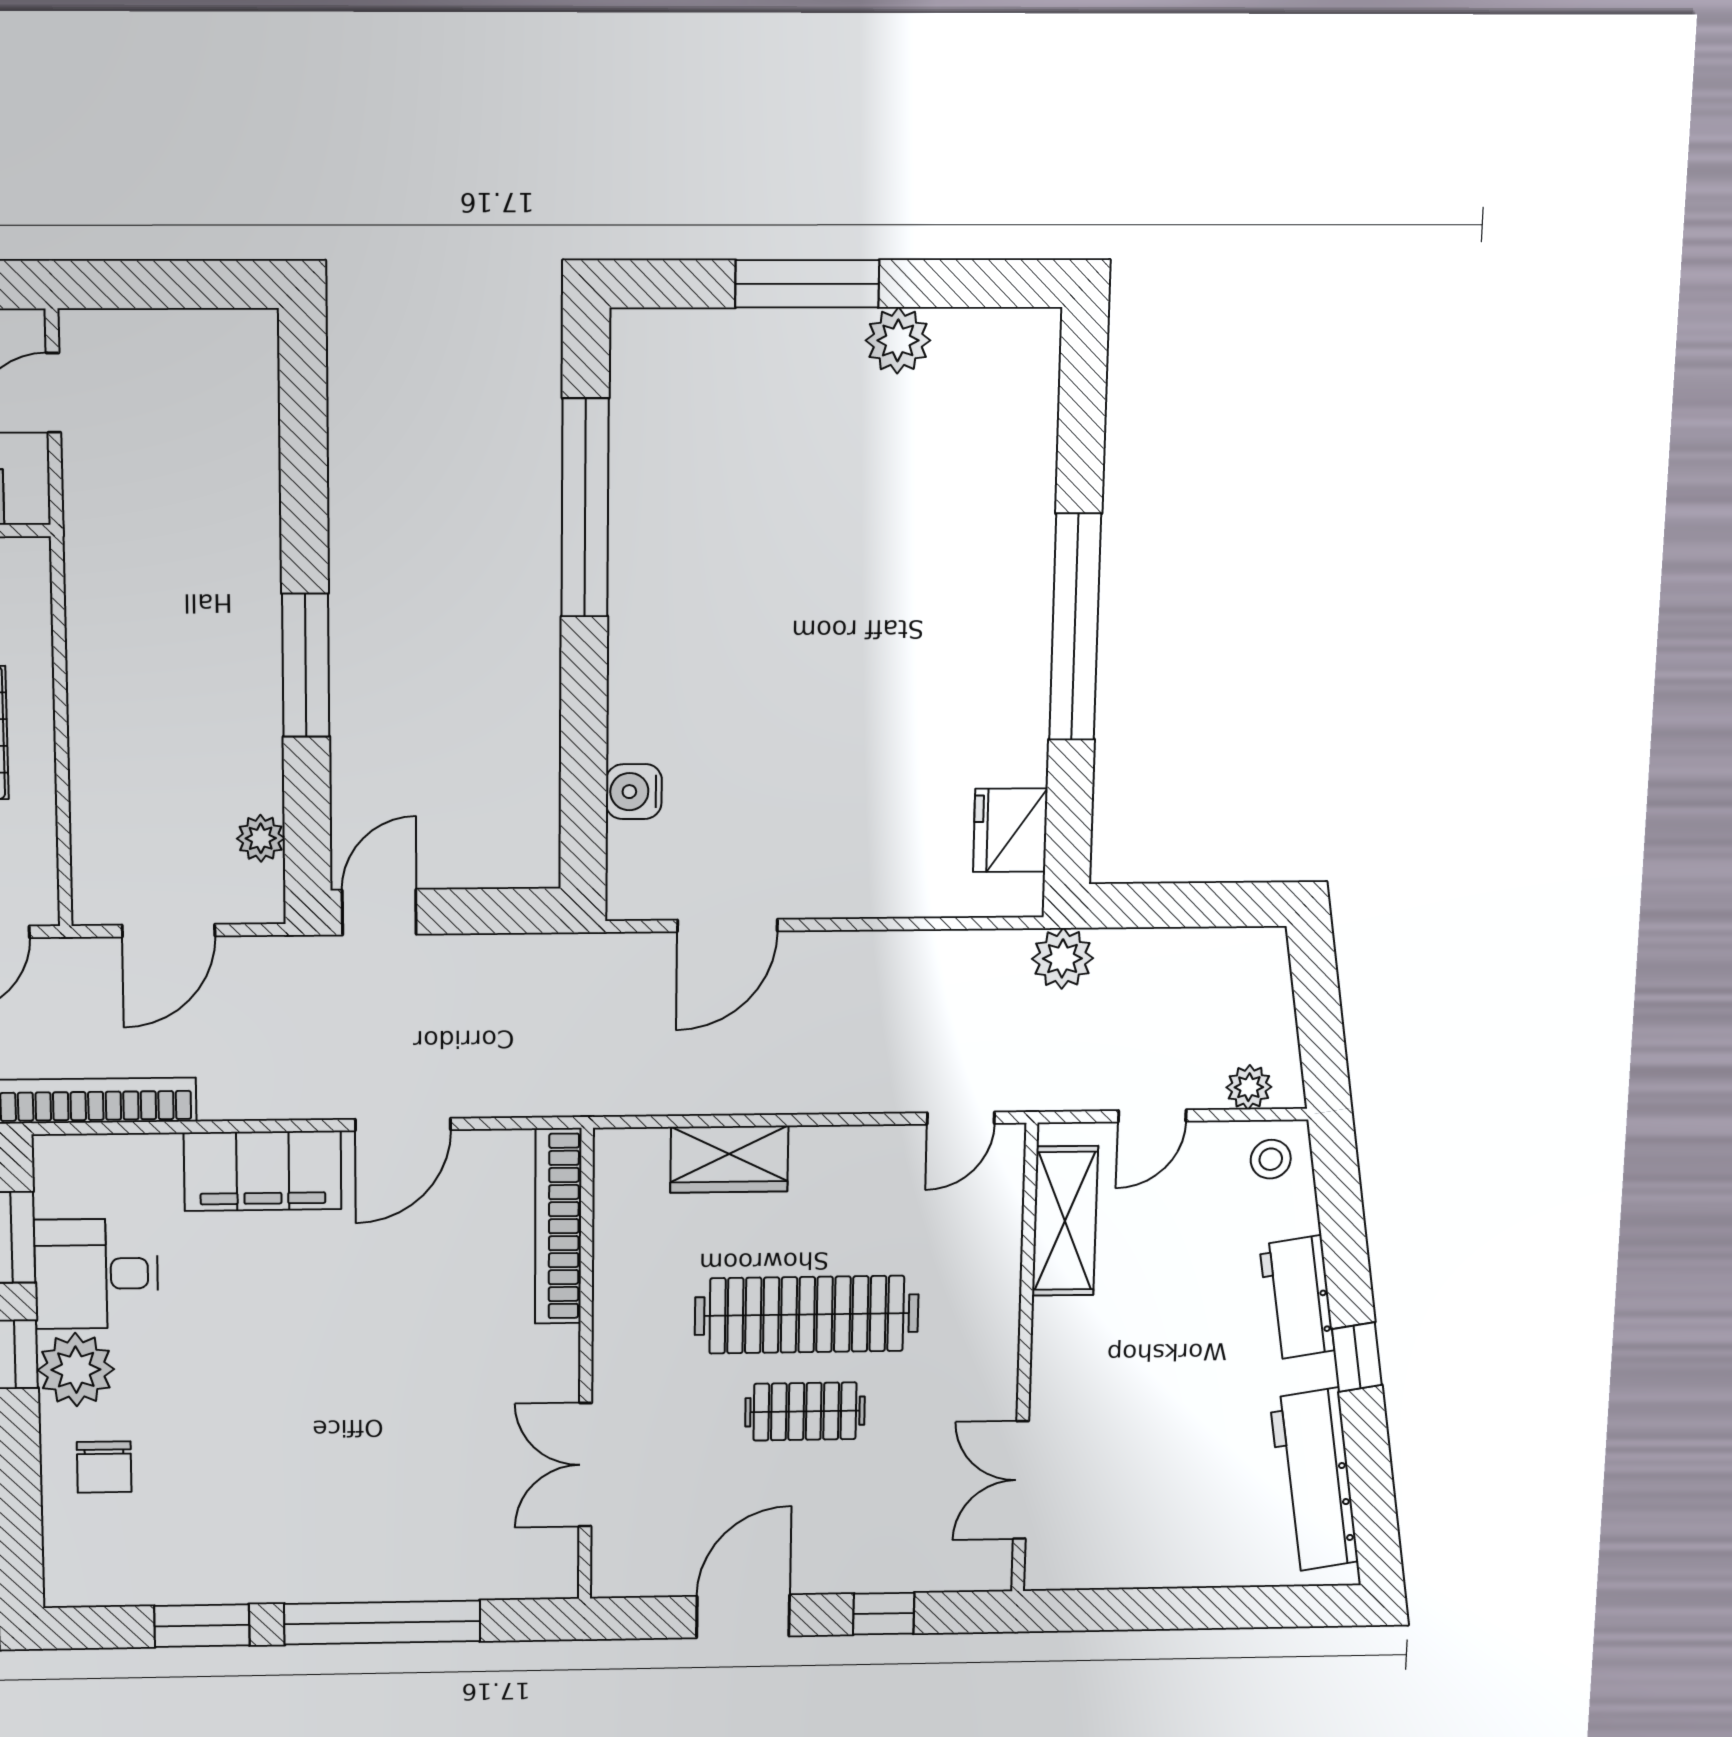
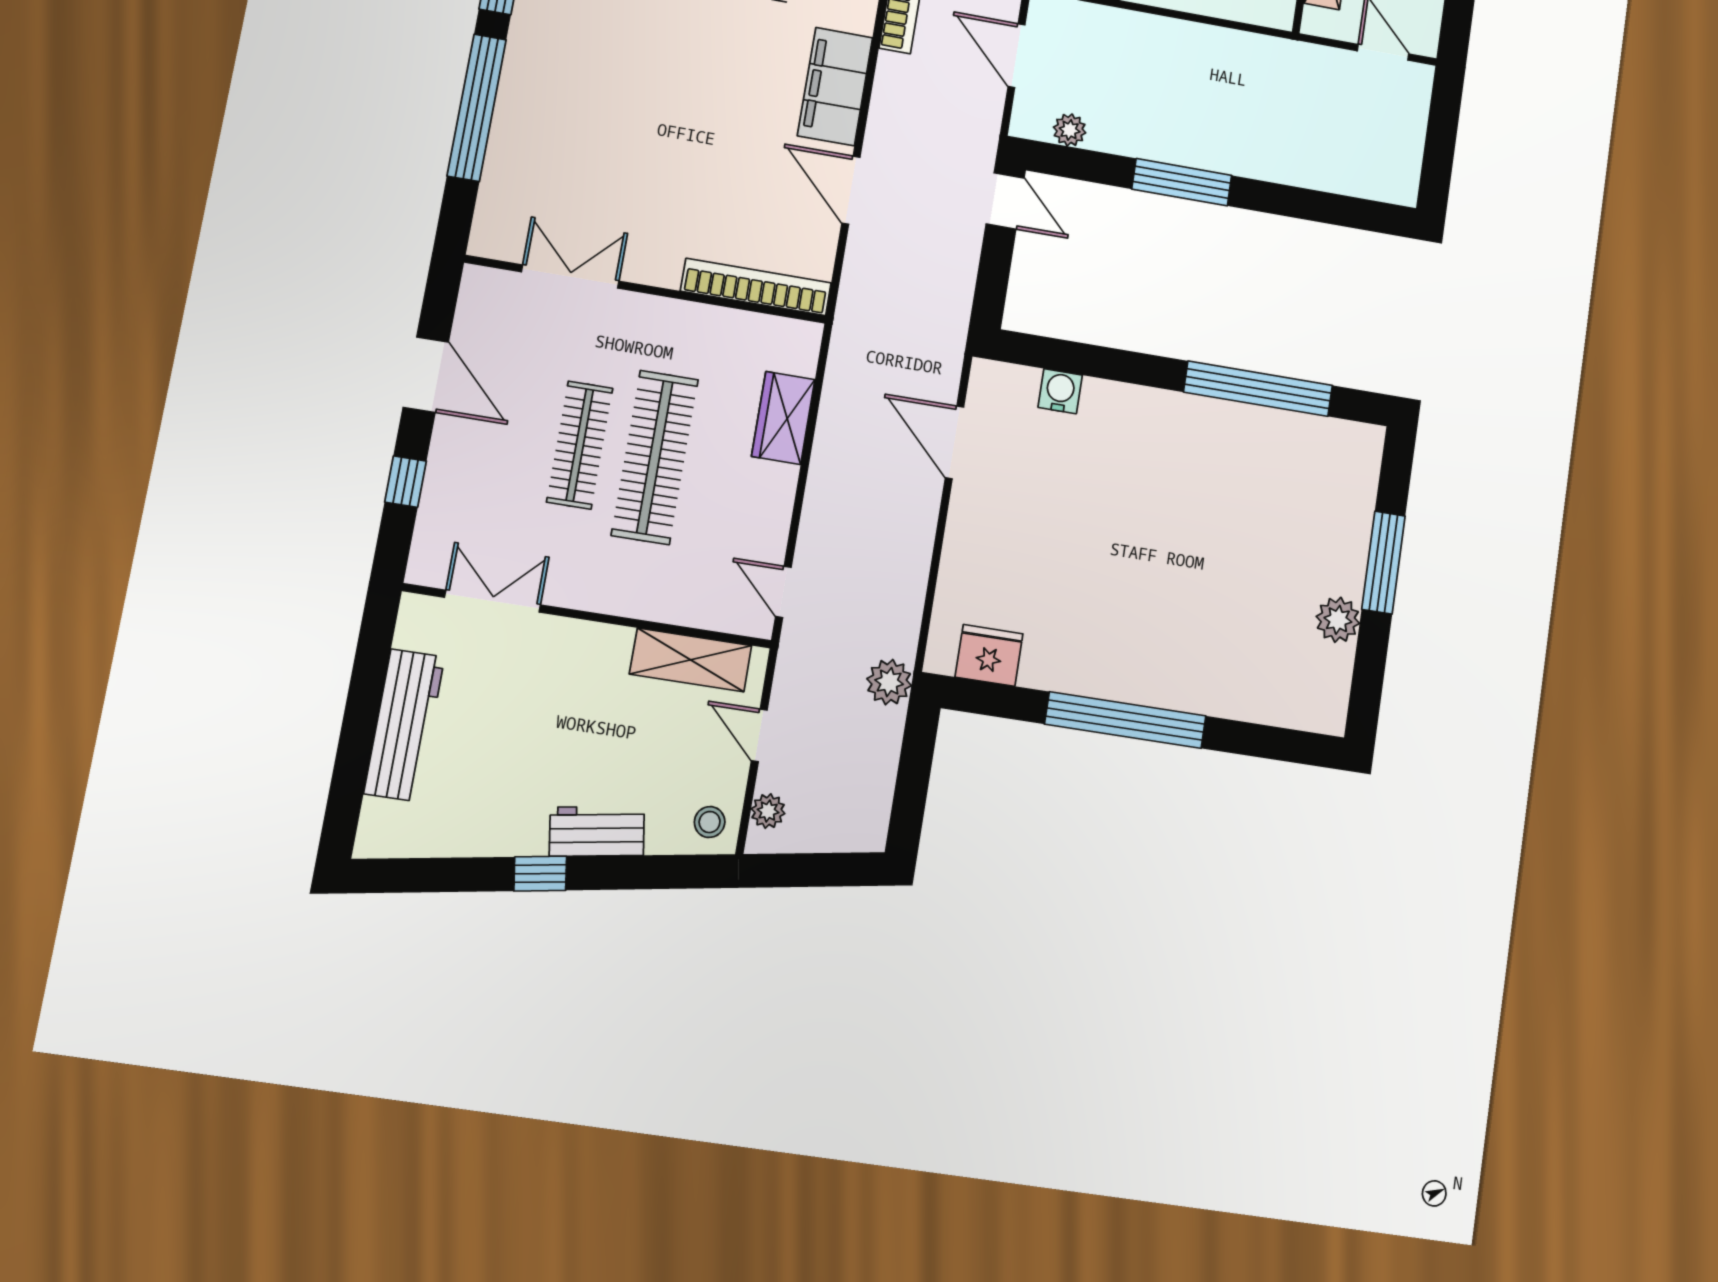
clothes rail: (805, 1411) -> (580, 445), width x1.36
workbench: (1314, 1480) -> (404, 725), moved, turned 99

